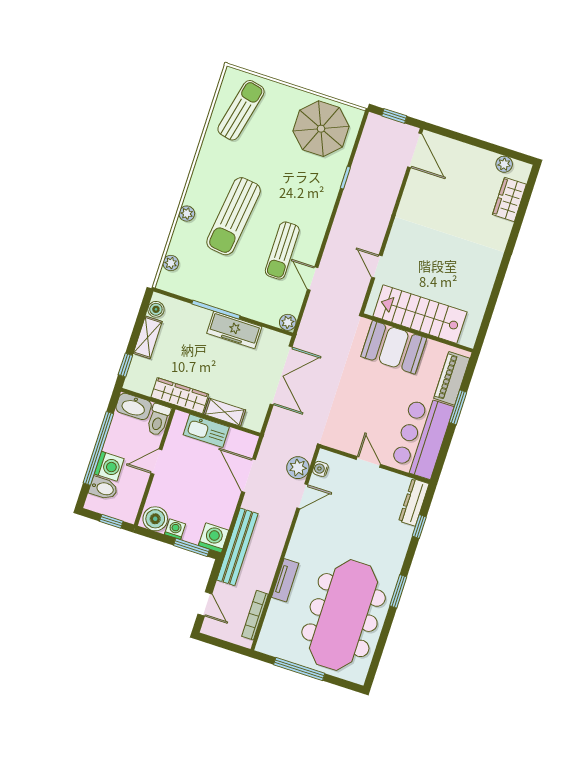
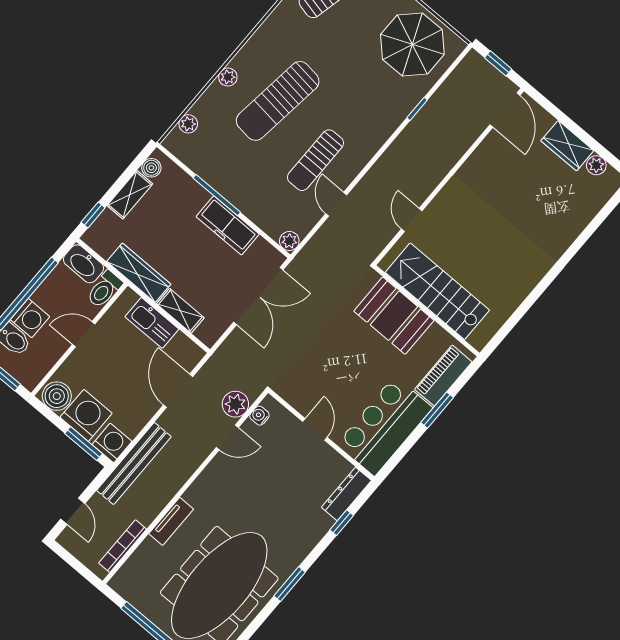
wardrobe: (509, 199) -> (567, 146), moved, turned -90
washing machine: (175, 529) -> (86, 415), width x1.89, depth x1.89

